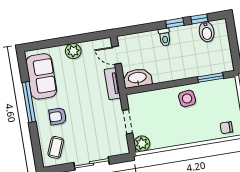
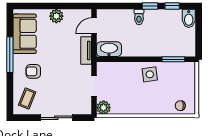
bidet: (207, 32) -> (189, 18), moved
door: (117, 55) -> (94, 26), hinge flipped

